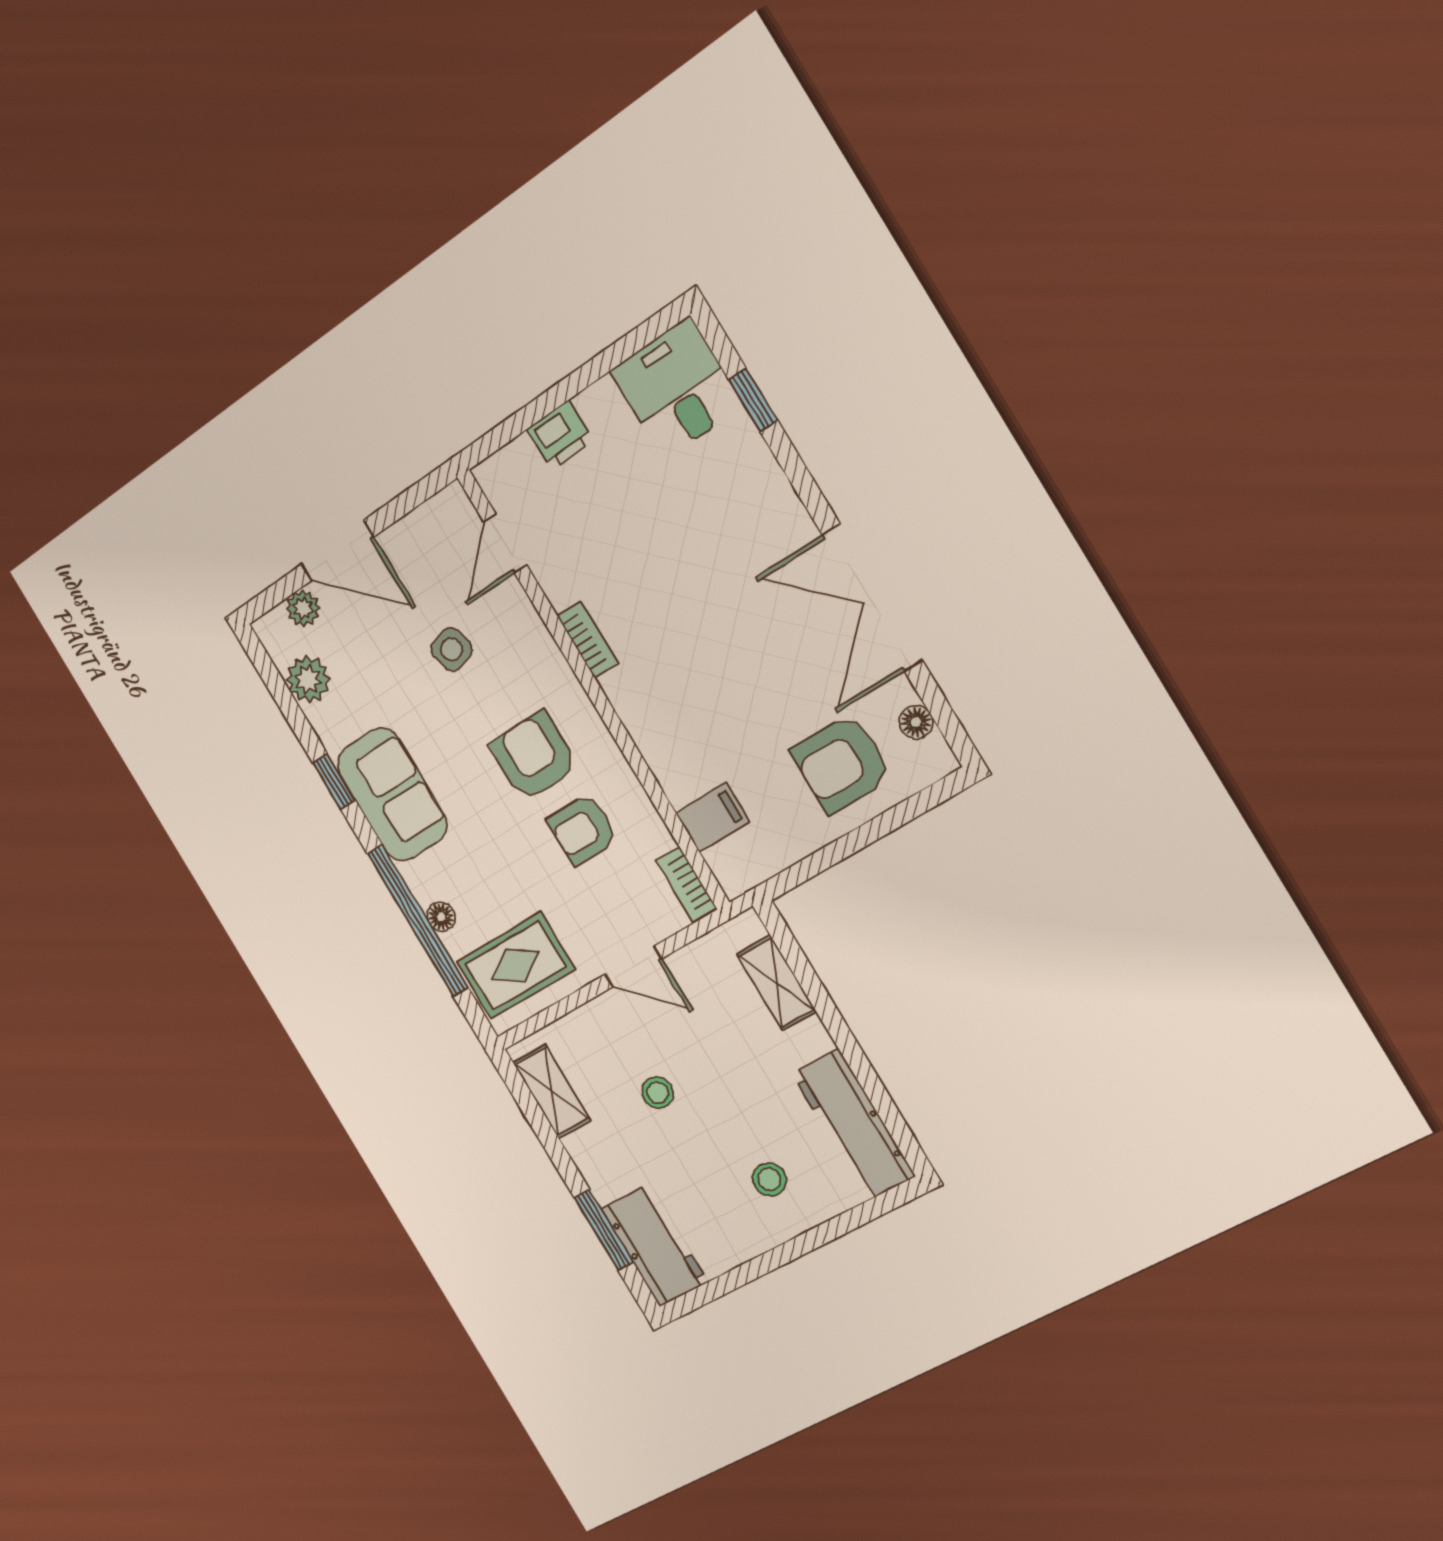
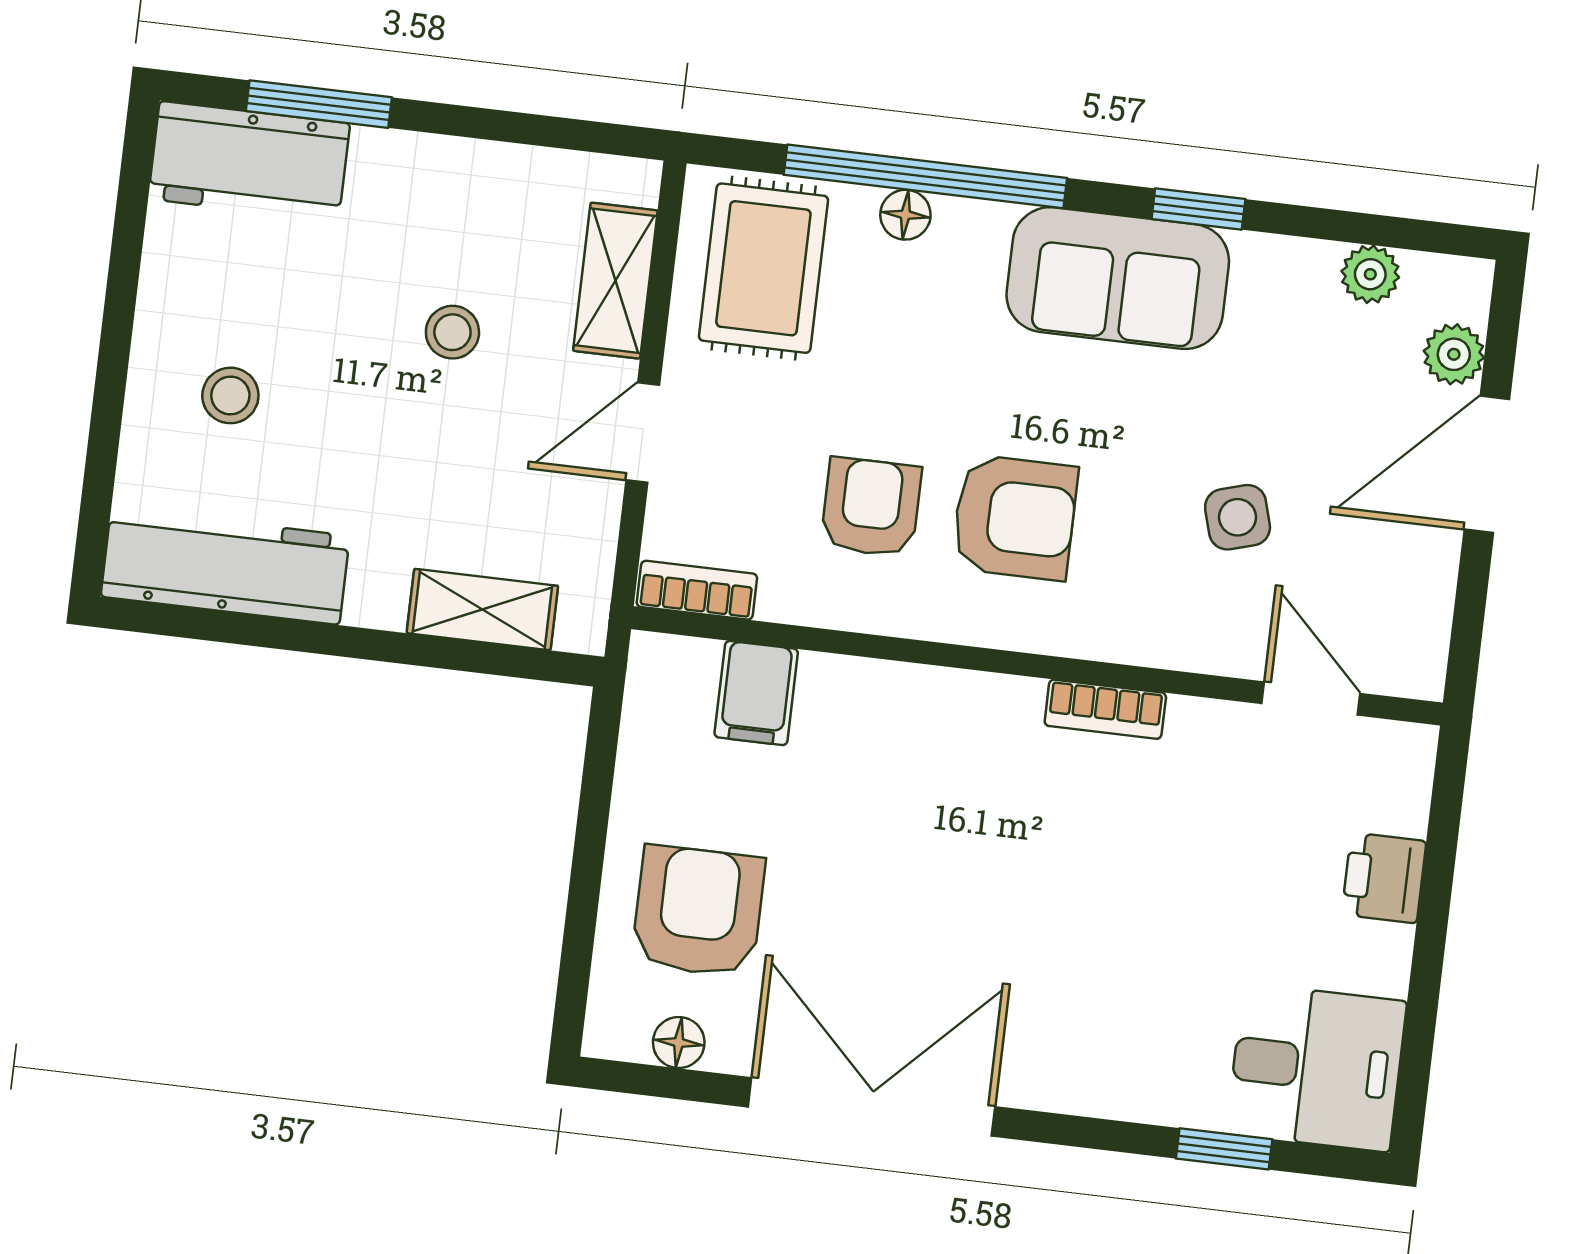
plant: (308, 679) -> (1370, 274), width x0.73, depth x0.73
shelving: (552, 1091) -> (615, 281), moved, turned 90

